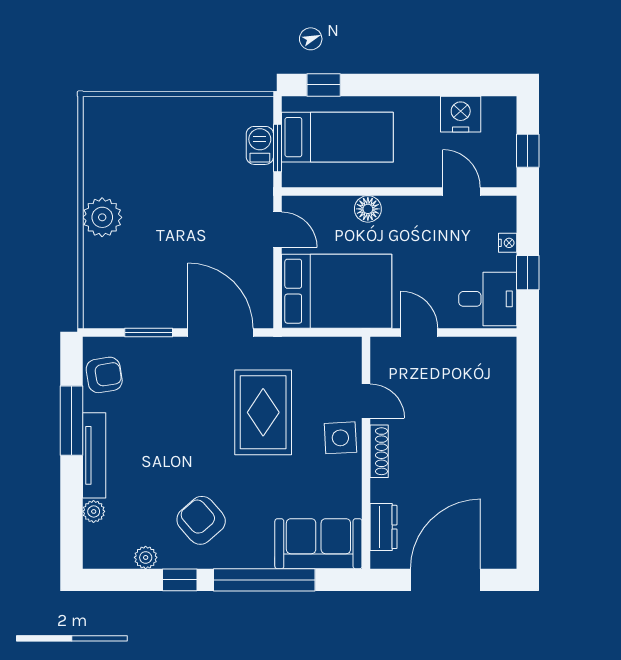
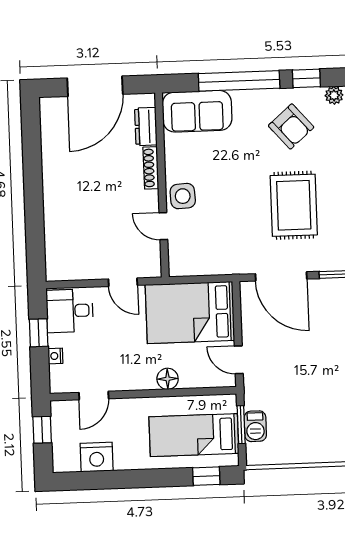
door: (461, 191) -> (94, 396), hinge flipped
rug: (263, 412) -> (294, 205), moved
shoe rack: (379, 451) -> (151, 168), moved

